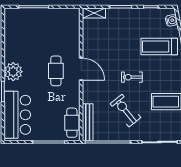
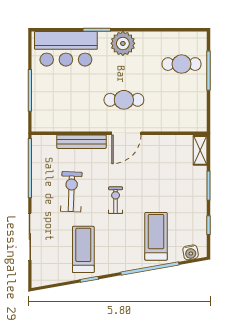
exercise bike: (125, 111) -> (71, 192), turned -49
bench: (88, 122) -> (81, 142), moved
cafe table: (72, 123) -> (182, 64), moved

